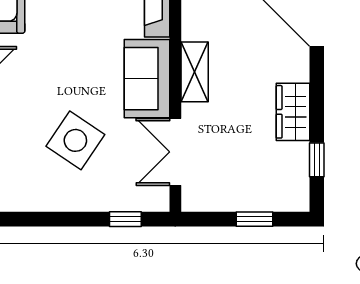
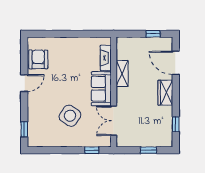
shelving: (195, 72) -> (122, 73), moved
wardrobe: (293, 112) -> (165, 93), moved

